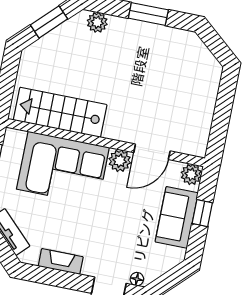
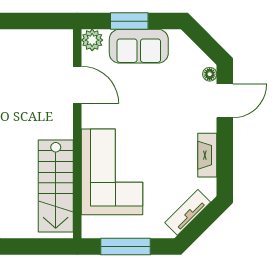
plant: (120, 161) -> (93, 116), removed
window: (202, 213) -> (129, 21), width x1.50

